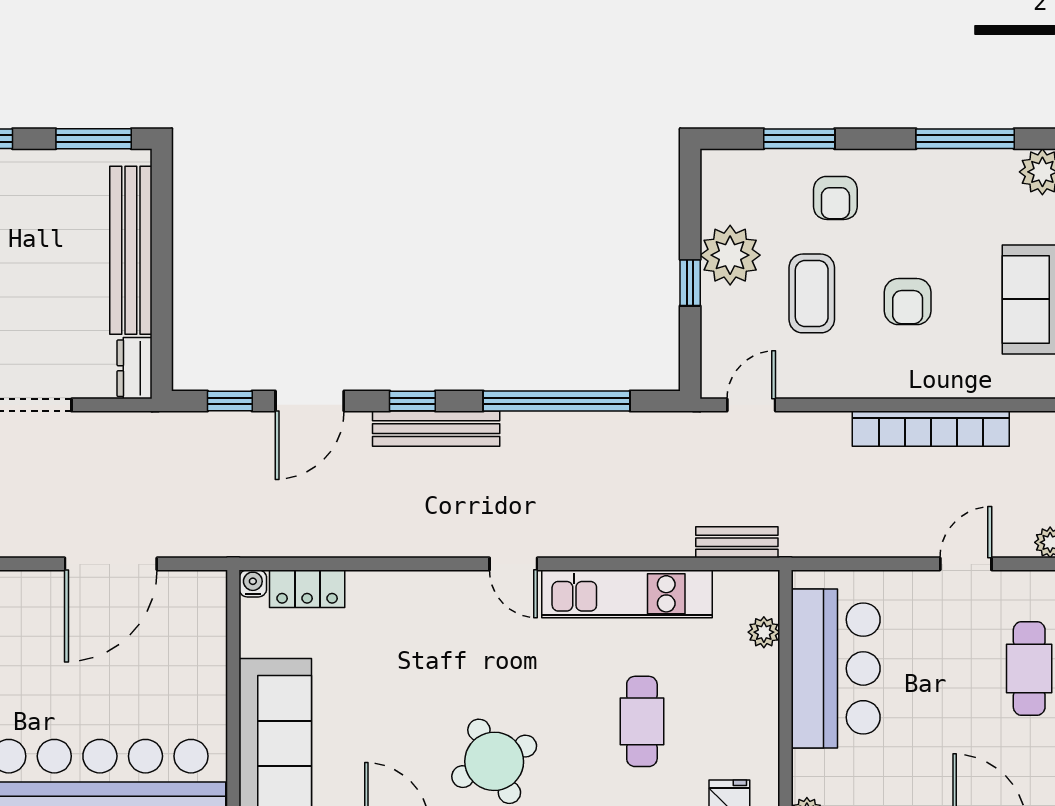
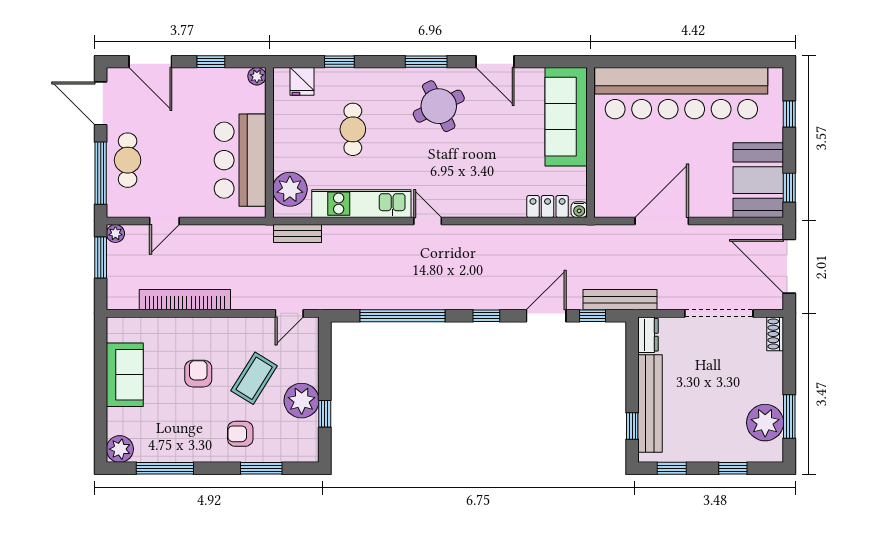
window: (94, 139) -> (672, 468), width x0.67
armchair: (835, 198) -> (240, 434), turned -90
window: (162, 211) -> (632, 426), added
window: (690, 283) -> (325, 414), moved
coffee table: (812, 293) -> (254, 378), turned 32
bench: (436, 429) -> (620, 300), moved
plant: (764, 632) -> (290, 189), width x1.88, depth x1.88

